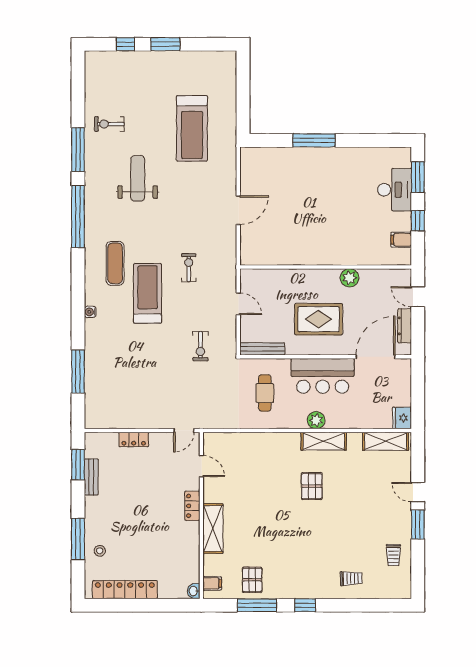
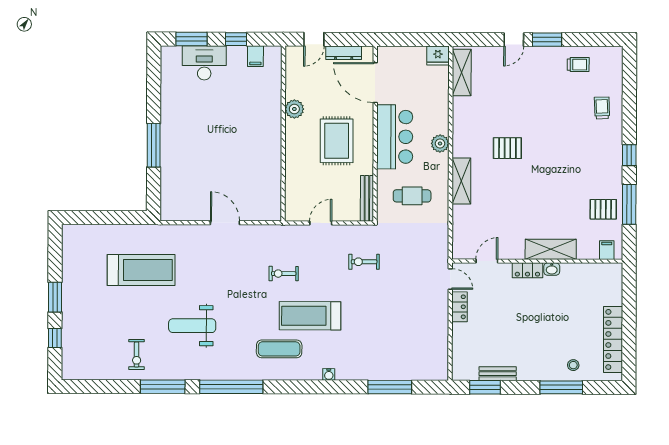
exercise bike: (200, 346) -> (364, 262), turned 180
locker: (134, 440) -> (459, 307), moved
shelving: (324, 441) -> (461, 181), moved
washbasin: (194, 591) -> (552, 269), moved

